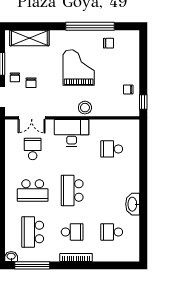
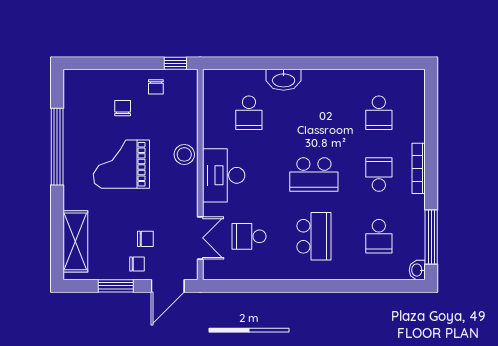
chair: (108, 43) -> (123, 108), moved
washbasin: (133, 204) -> (284, 80), moved
school desk: (33, 232) -> (379, 236), width x0.54

